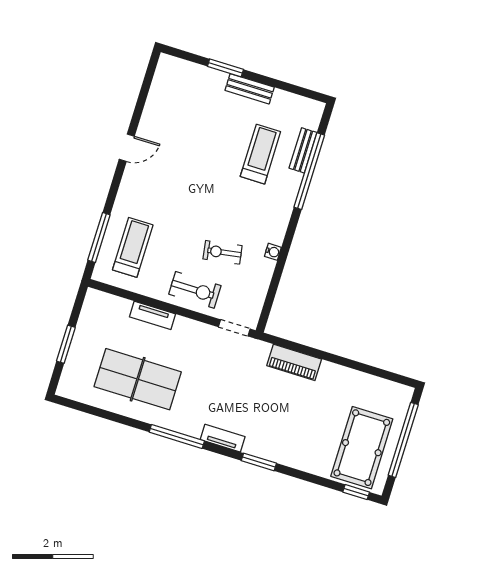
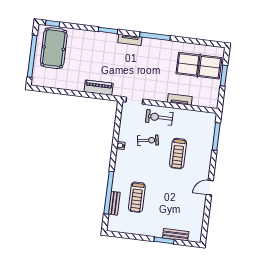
bench: (250, 89) -> (176, 235), moved
treadmill: (133, 247) -> (178, 154), moved
table tennis table: (138, 379) -> (199, 66), moved

